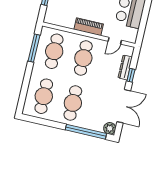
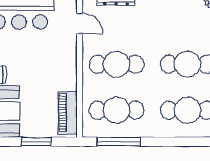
piano: (89, 27) -> (68, 113), moved

